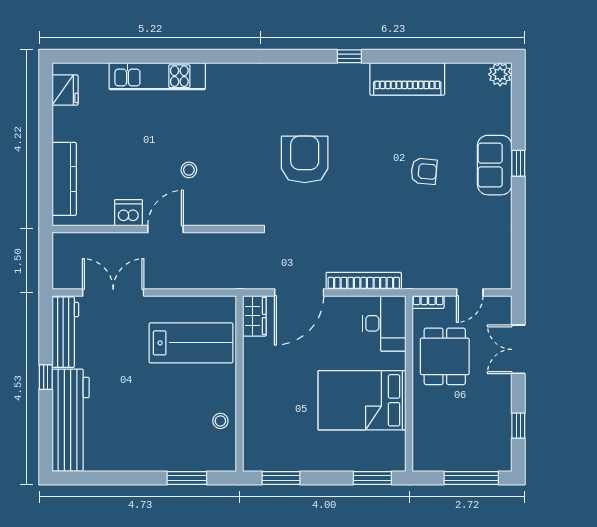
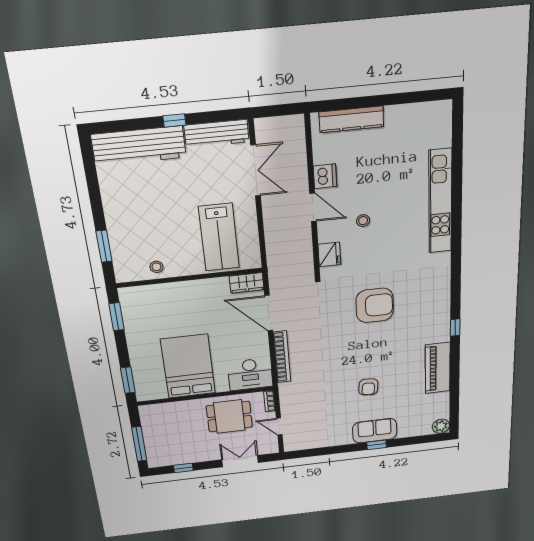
kitchen unit: (157, 76) -> (440, 201), width x1.36
fridge: (65, 90) -> (329, 254), moved, turned -90

